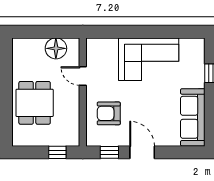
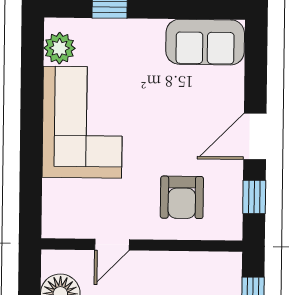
plant: (189, 46) -> (60, 48), added
sofa: (193, 117) -> (205, 42), width x0.73

